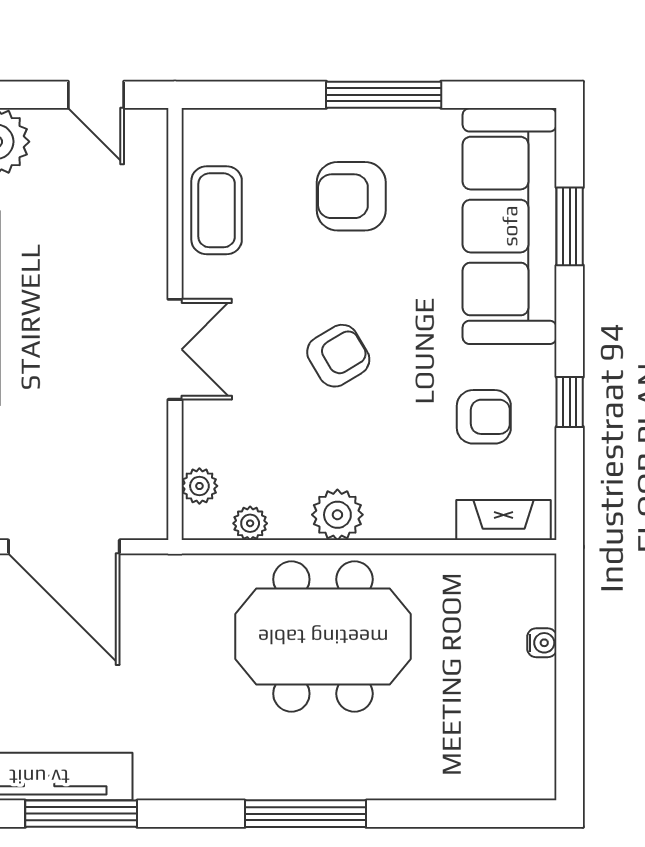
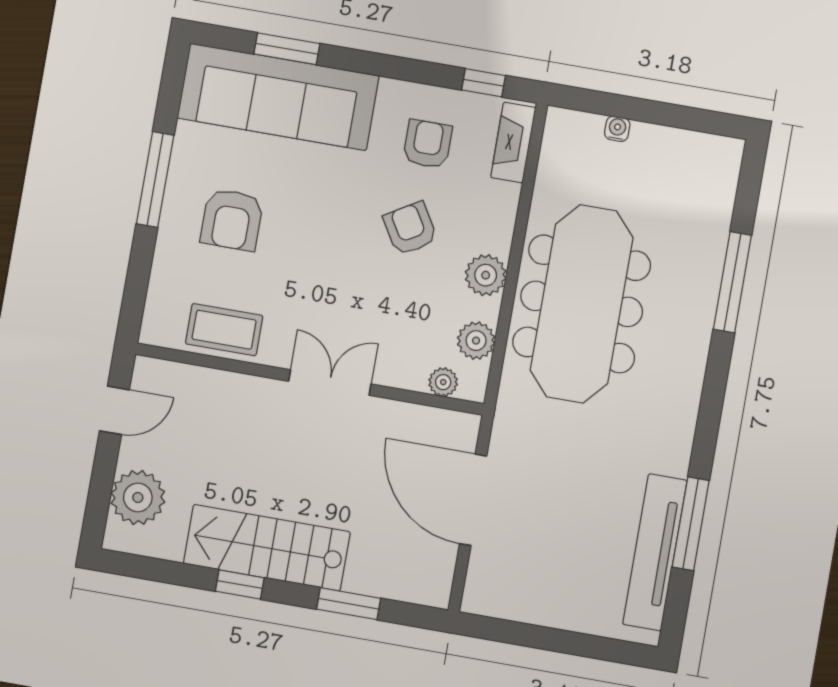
armchair: (338, 356) -> (410, 228), moved
window: (570, 402) -> (484, 83), moved
plant: (250, 523) -> (476, 341), width x1.38, depth x1.38
door: (64, 547) -> (473, 500), swing flipped
meeting table: (323, 637) -> (582, 304), width x1.36
window: (305, 814) -> (732, 282), moved

